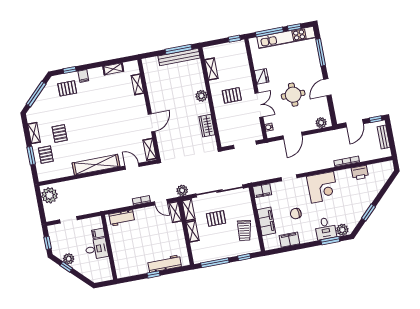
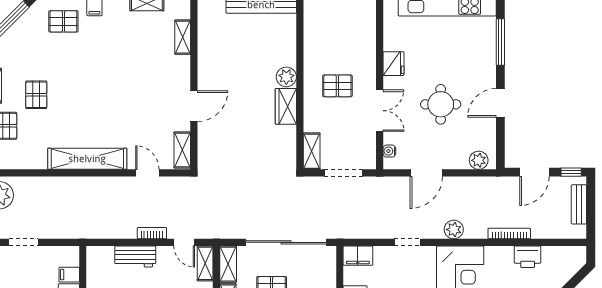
shelving: (211, 69) -> (312, 151), moved
wardrobe: (207, 126) -> (286, 106), moved
plant: (182, 190) -> (454, 230), moved
workbench: (122, 218) -> (135, 256), moved

